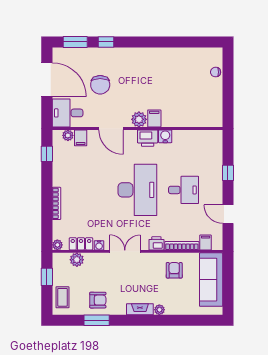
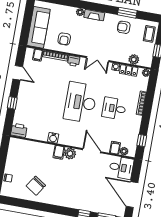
chair: (100, 85) -> (36, 186), moved, turned -147
printer: (148, 138) -> (19, 130), moved
desk: (184, 190) -> (114, 108), moved

